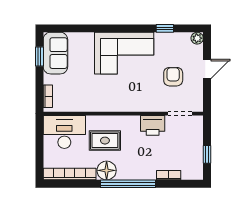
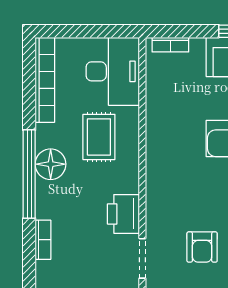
armchair: (173, 77) -> (202, 247), turned 90
floor lamp: (107, 170) -> (51, 164), moved

